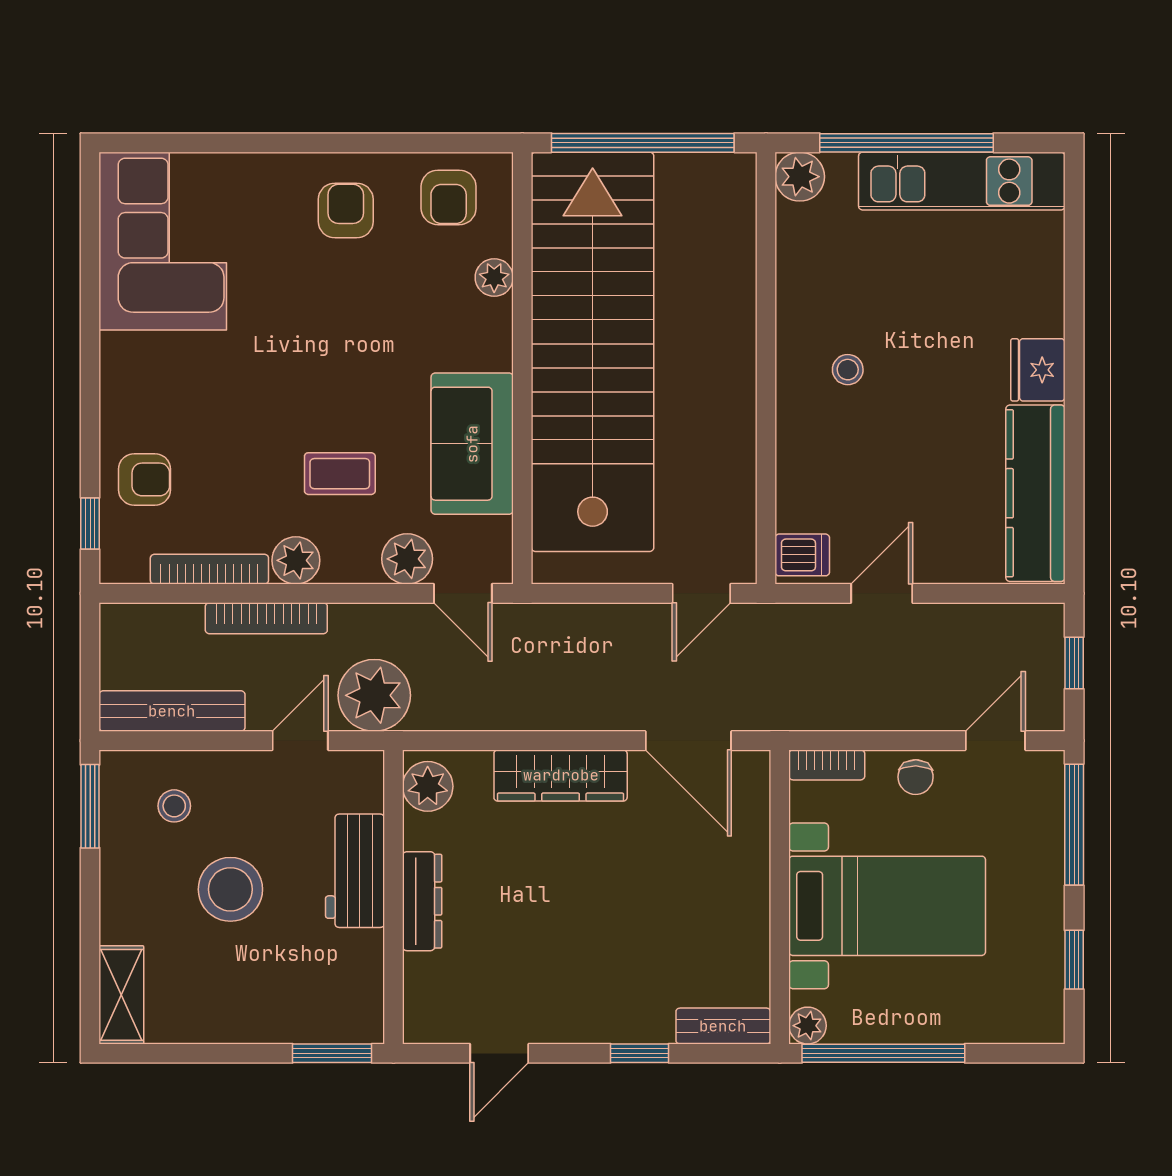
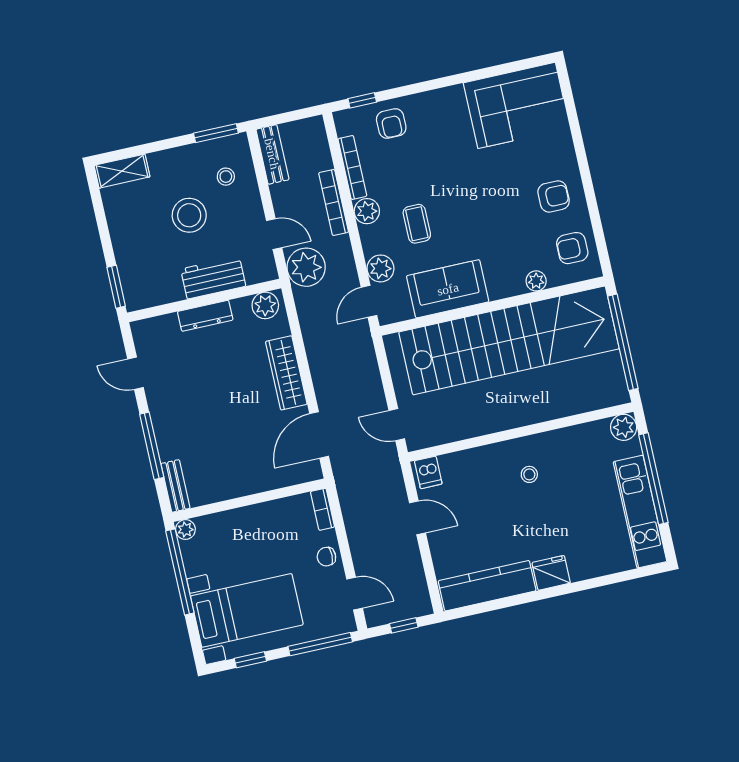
bench: (172, 711) -> (272, 154), width x0.73
bed with nightstands: (887, 906) -> (247, 610), moved, turned -90
window: (640, 1053) -> (152, 446), width x2.17

